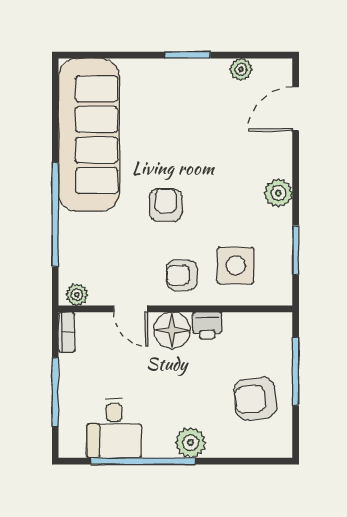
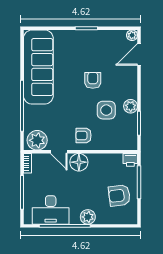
plant: (241, 69) -> (132, 35), moved
plant: (278, 193) -> (131, 106), moved
armchair: (166, 205) -> (93, 80), moved
side table: (236, 265) -> (106, 110), moved
plant: (77, 295) -> (37, 140), width x1.88, depth x1.88
printer: (207, 325) -> (130, 160), moved
desk: (114, 428) -> (51, 210), width x1.37

